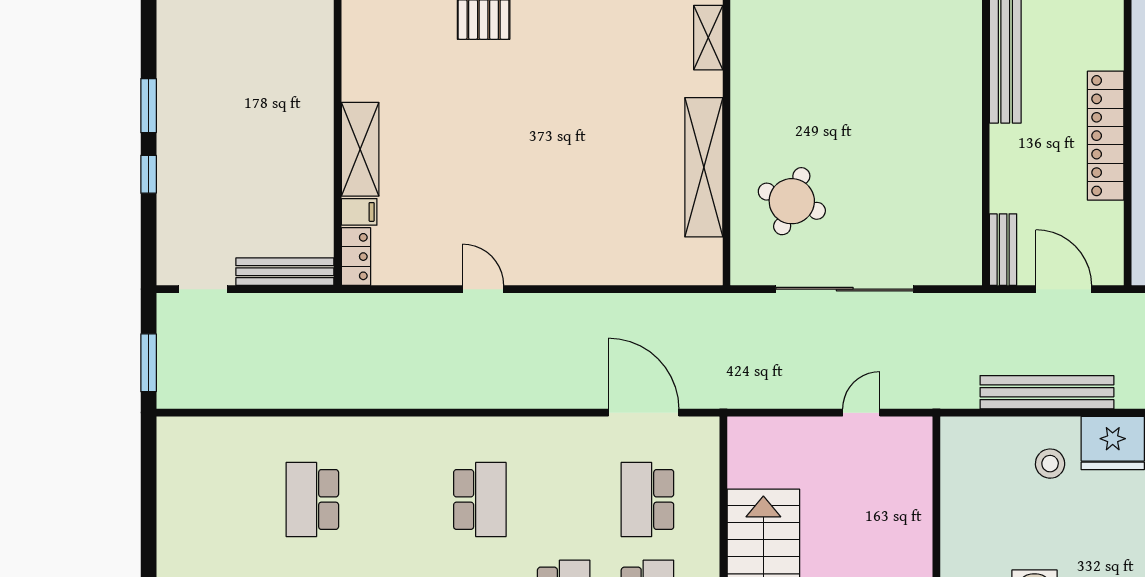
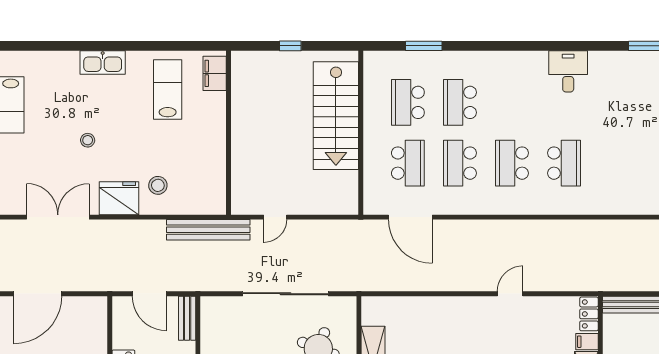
door: (483, 289) -> (510, 294), swing flipped
bench: (1047, 392) -> (208, 230), moved
school desk: (312, 500) -> (564, 163), moved
school desk: (564, 500) -> (460, 163), added

